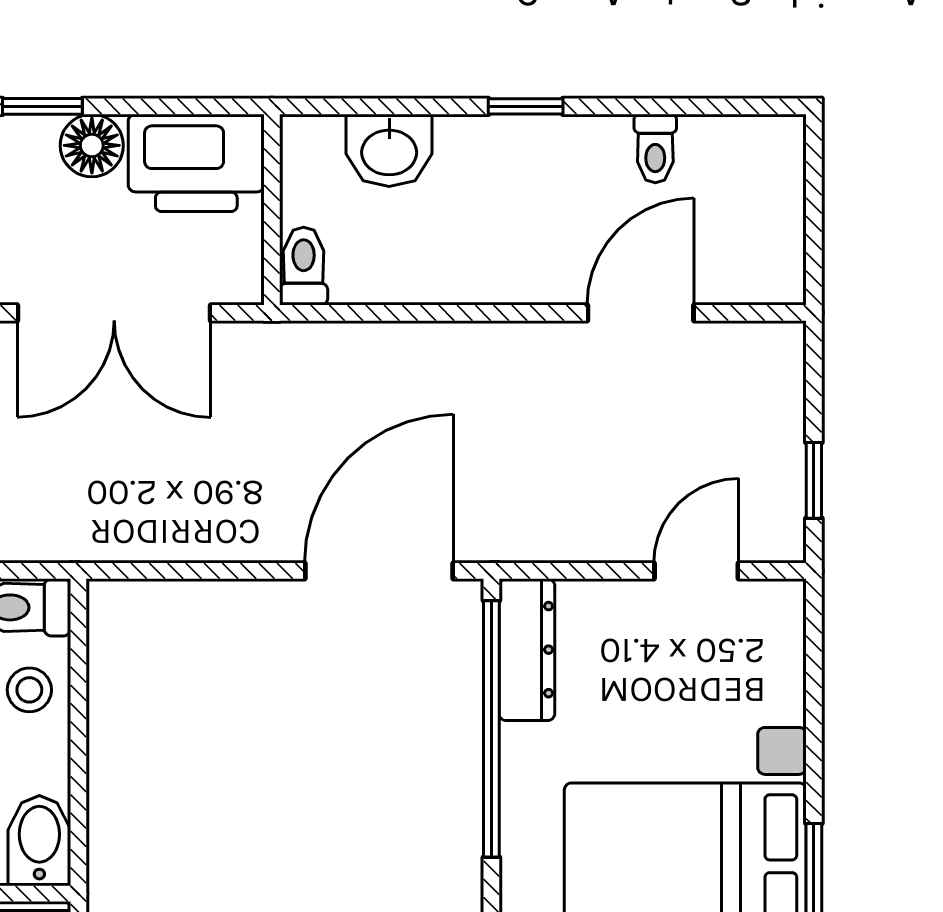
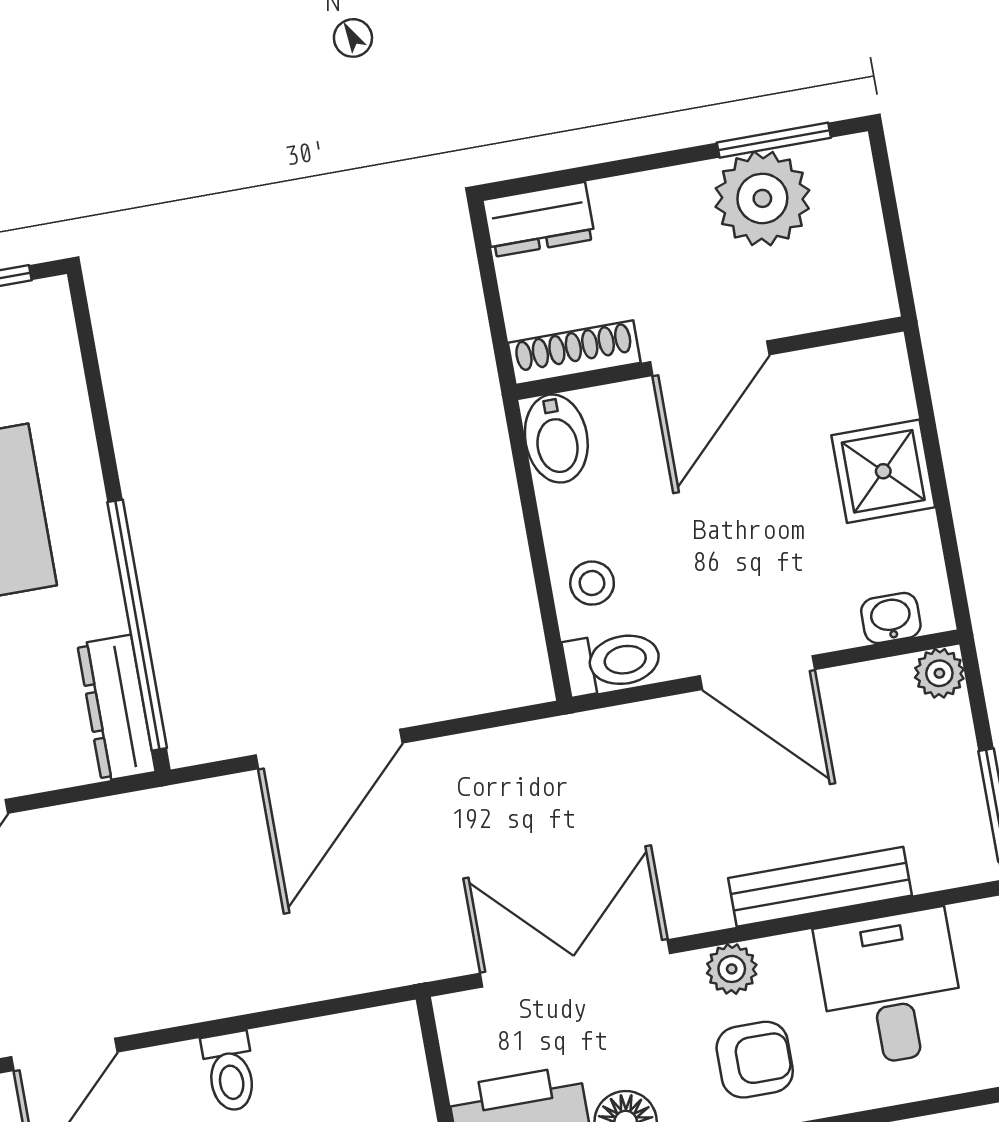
toilet: (304, 266) -> (230, 1072), moved
door: (379, 571) -> (329, 749), moved

